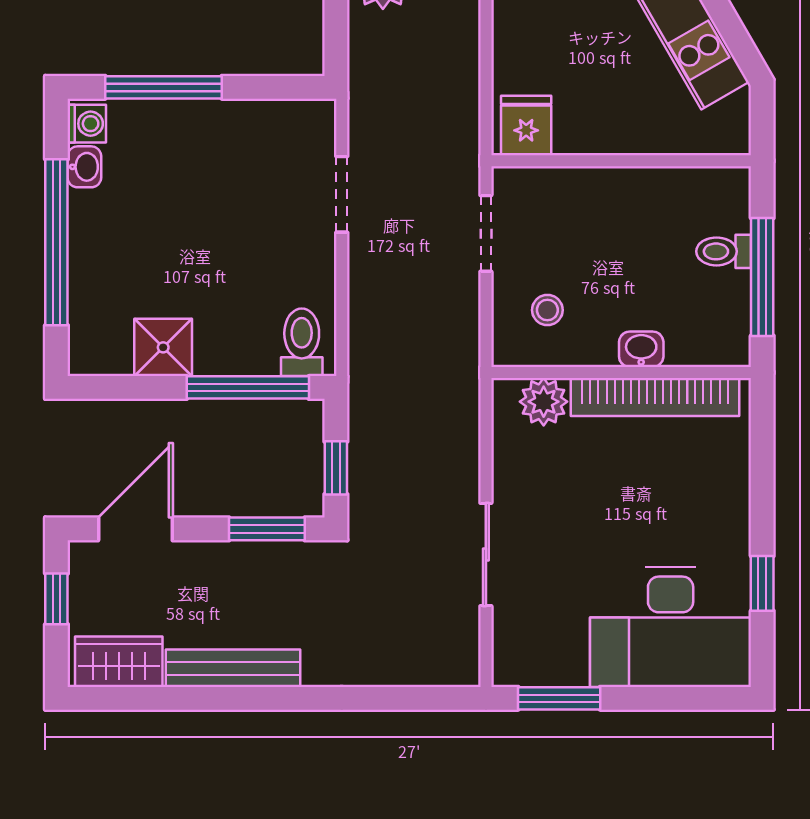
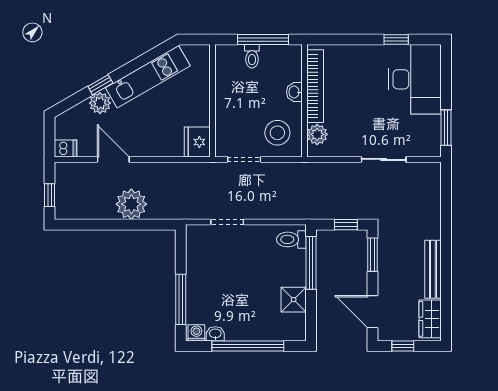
fridge: (526, 126) -> (197, 142), width x1.38
stool: (547, 310) -> (277, 133), width x1.89, depth x1.89

